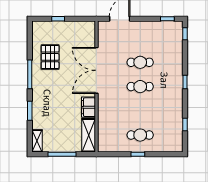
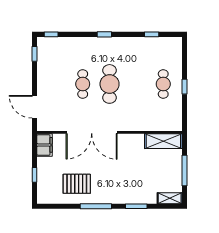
cafe table: (140, 87) -> (110, 84), width x1.37, depth x1.35
filing cabinet: (89, 107) -> (44, 145), moved, turned -90

